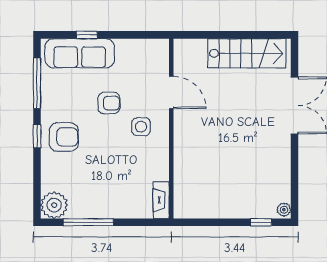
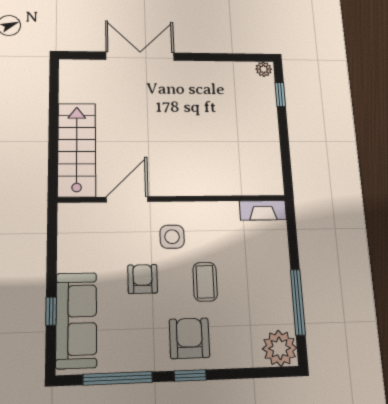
stairs: (247, 53) -> (77, 150), moved
coffee table: (106, 151) -> (205, 282), added

